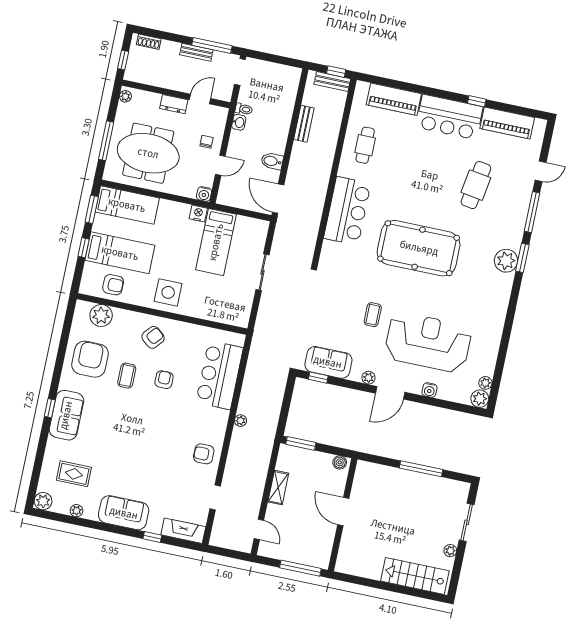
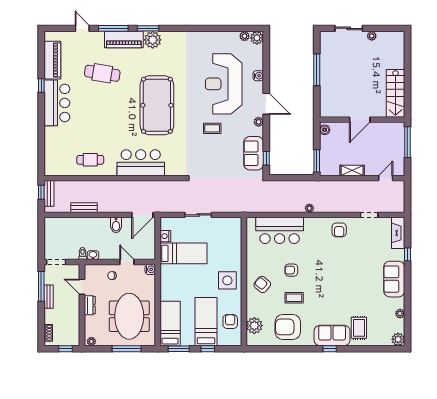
piano: (394, 99) -> (124, 40), moved, turned 90
nightstand: (198, 213) -> (165, 236), moved
rug: (74, 474) -> (359, 328), moved
stairs: (415, 576) -> (395, 93), moved

